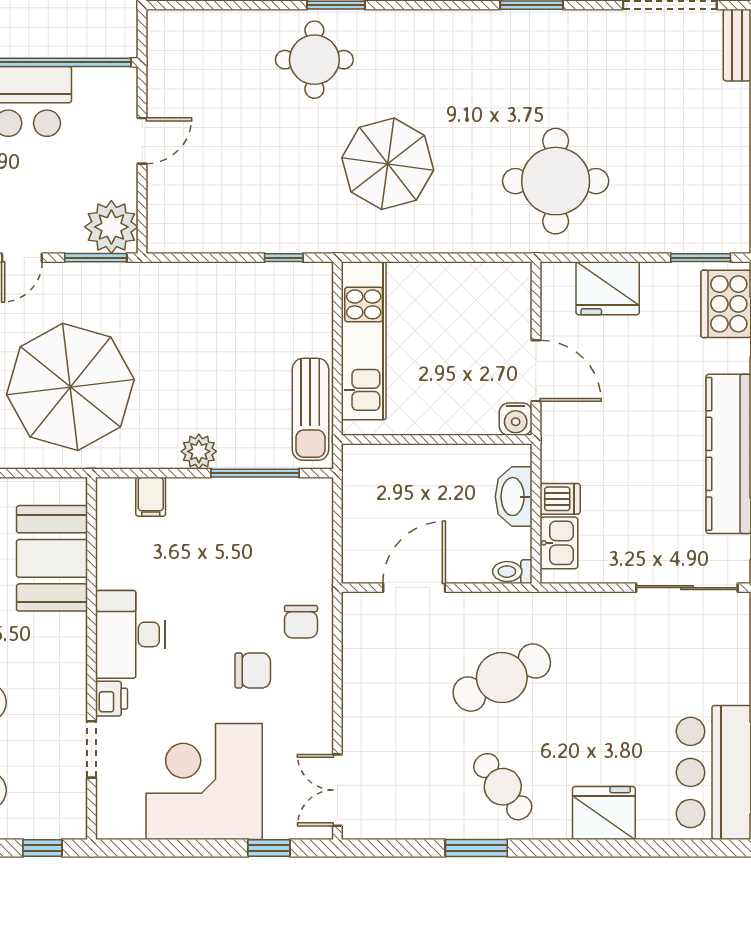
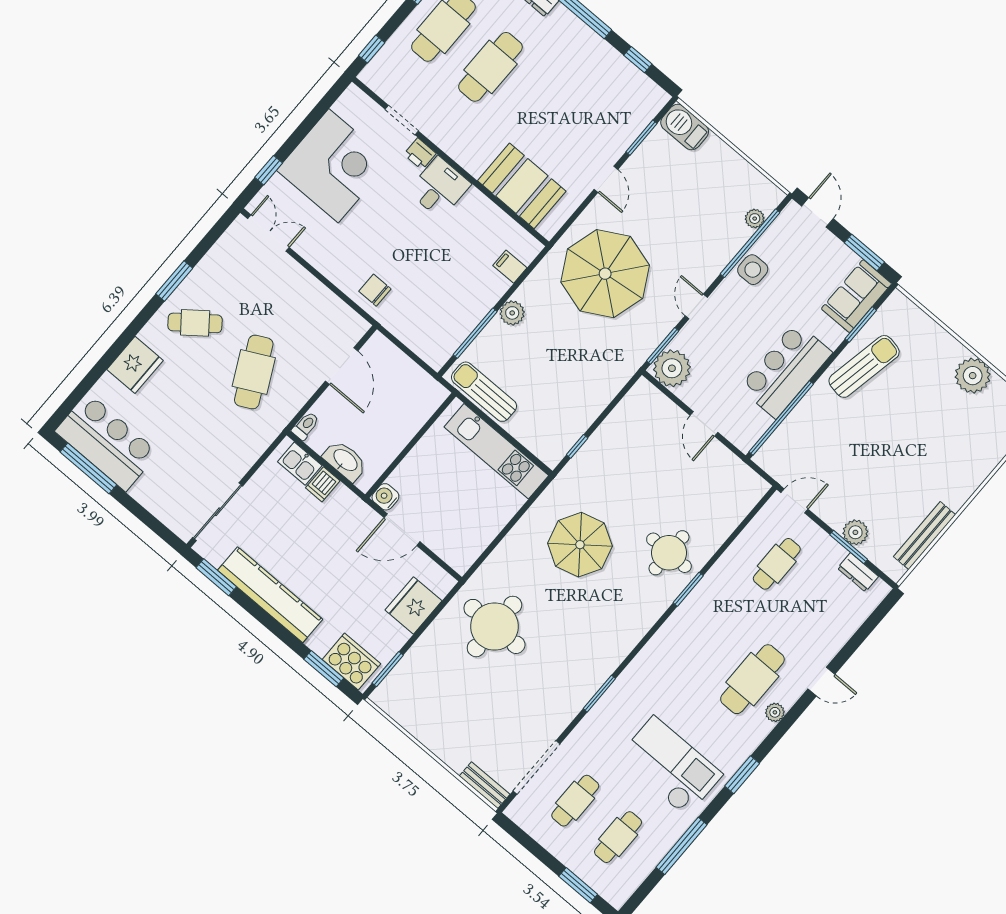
desk: (130, 634) -> (439, 188), width x0.73
chair: (253, 670) -> (371, 242), removed

